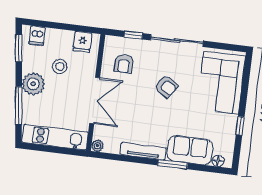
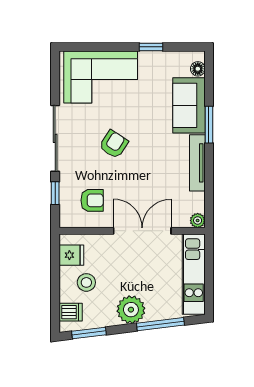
stool: (60, 66) -> (86, 282), moved

